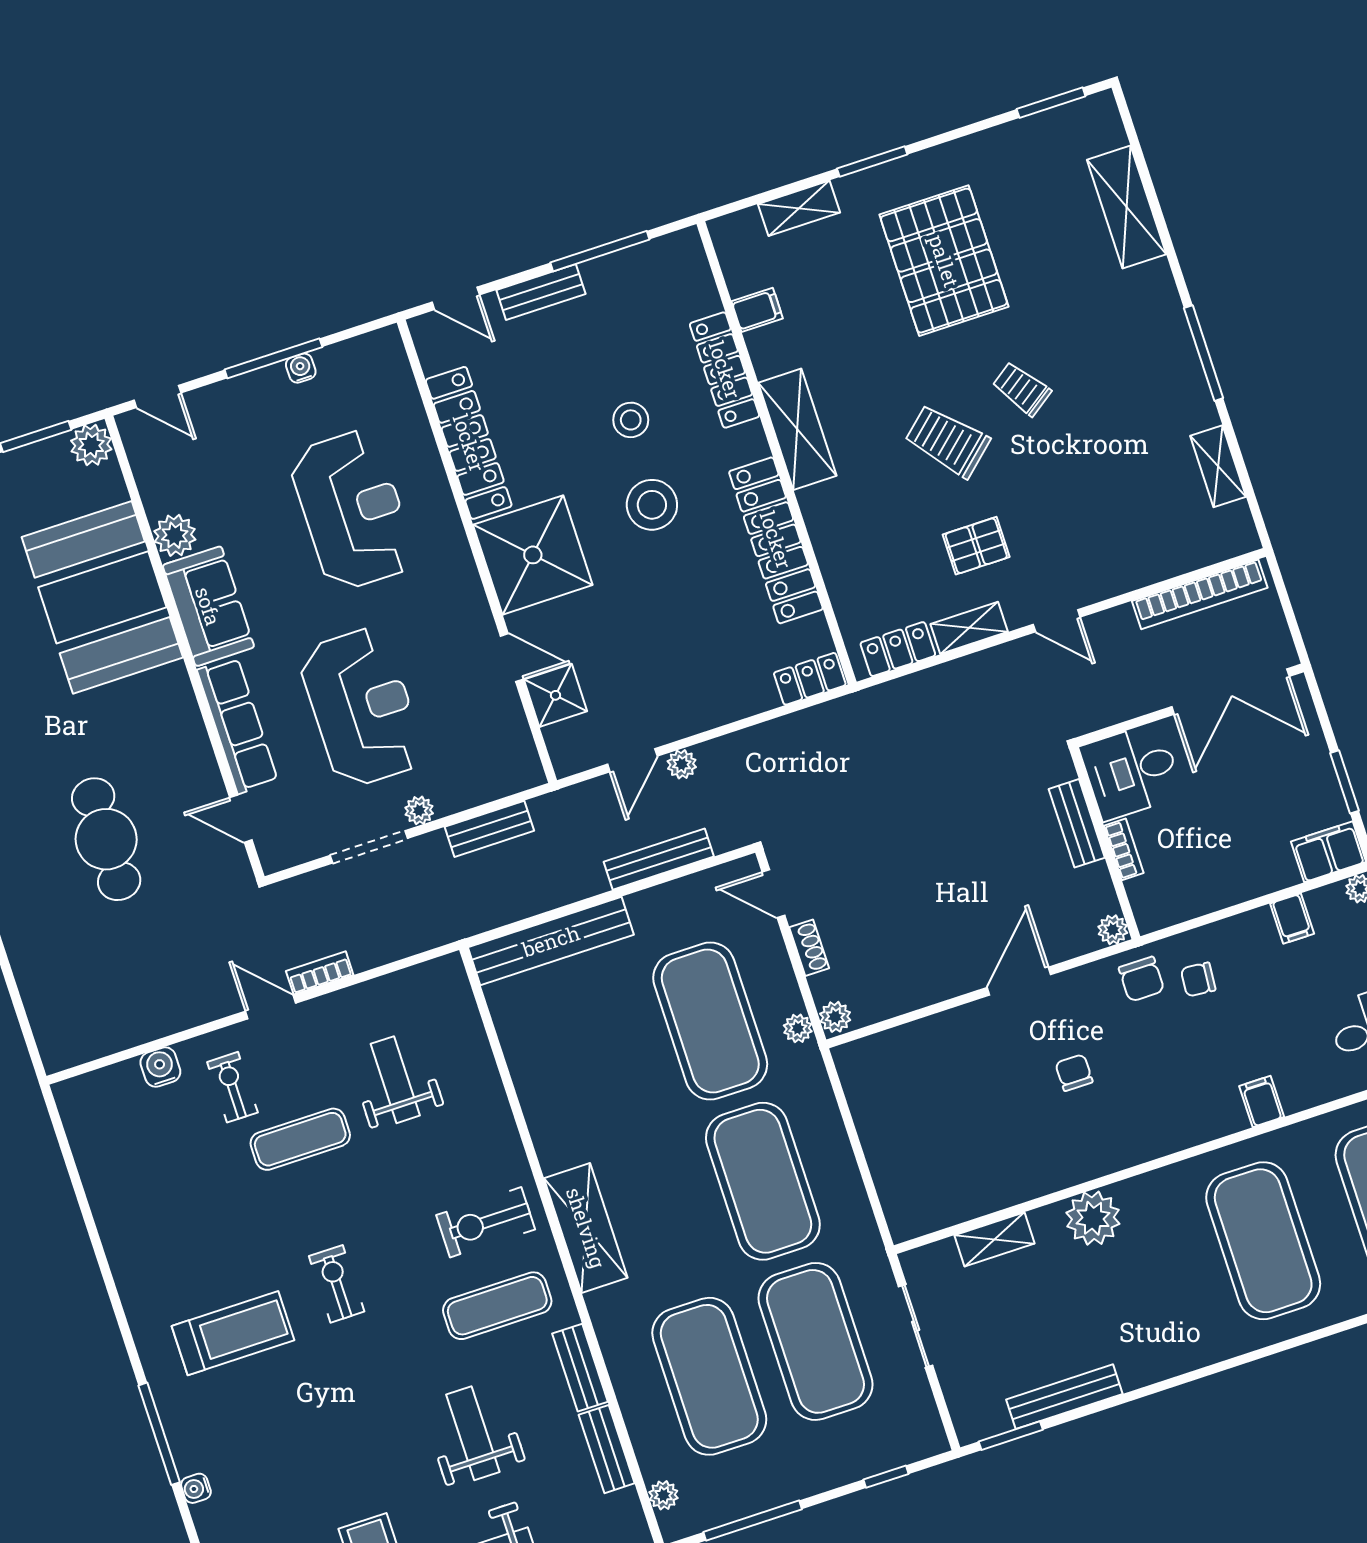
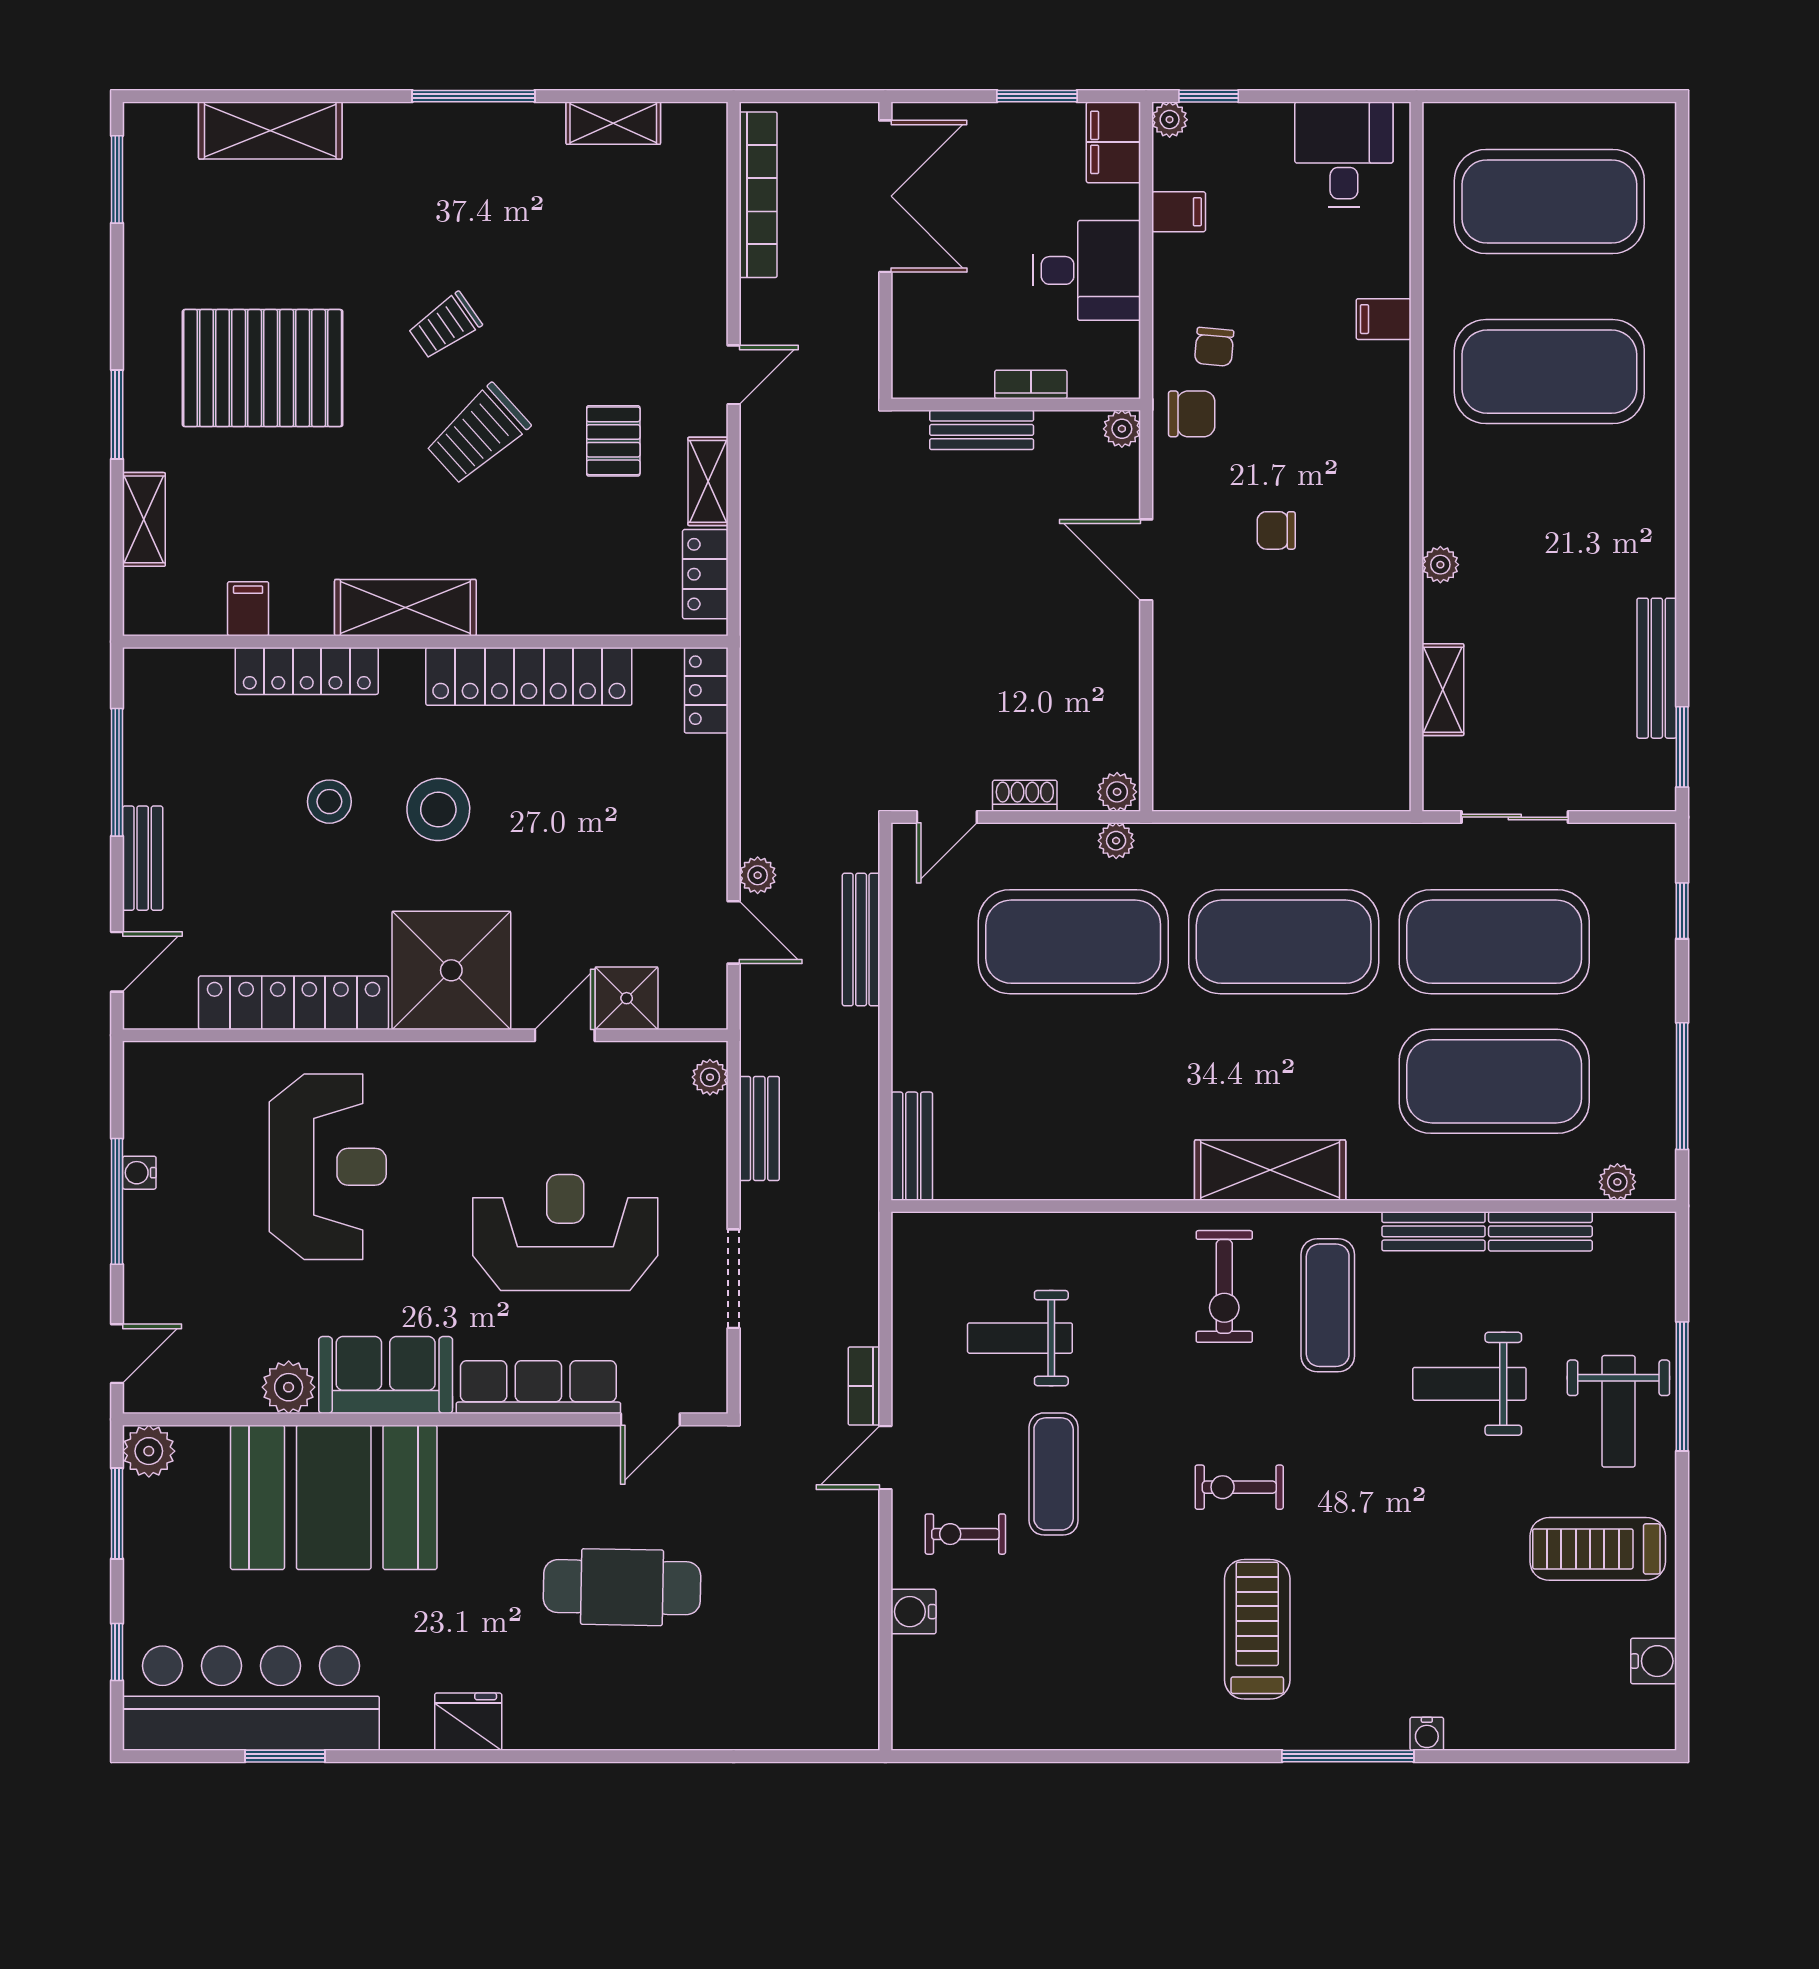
reception desk: (352, 510) -> (328, 1167), turned 90
desk: (1131, 771) -> (1087, 270), moved, turned -90
plant: (419, 810) -> (710, 1077), moved
bench: (551, 941) -> (912, 1146), width x0.54, depth x0.82
plant: (1093, 1218) -> (1440, 565), width x0.53, depth x0.53

